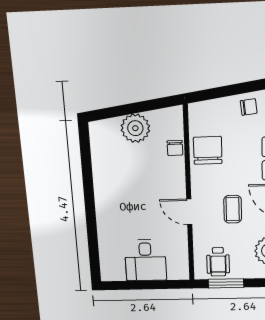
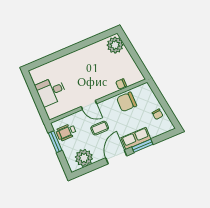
plant: (135, 128) -> (115, 45), moved
chair: (208, 150) -> (127, 102), turned 180
door: (189, 212) -> (89, 105), swing flipped

